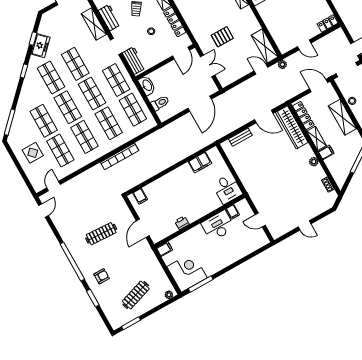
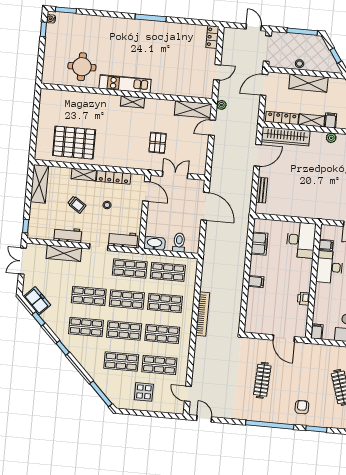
freezer: (41, 46) -> (37, 301), moved
desk: (227, 189) -> (301, 240), width x1.37
filing cabinet: (140, 196) -> (256, 282), moved

